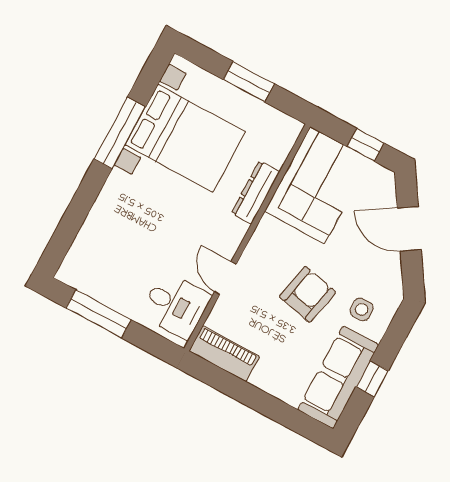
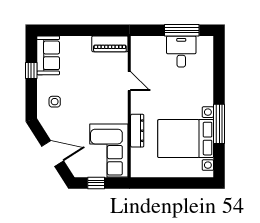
window: (249, 82) -> (170, 183), removed
armchair: (308, 294) -> (85, 95), removed
desk: (176, 305) -> (181, 51), moved, turned 90
sofa: (338, 377) -> (48, 55), width x0.73

